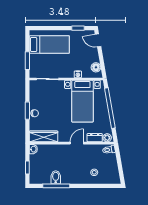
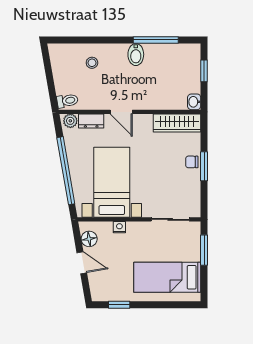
door: (98, 40) -> (82, 263), moved
door: (77, 143) -> (121, 112), hinge flipped
bidet: (56, 177) -> (136, 54), moved

